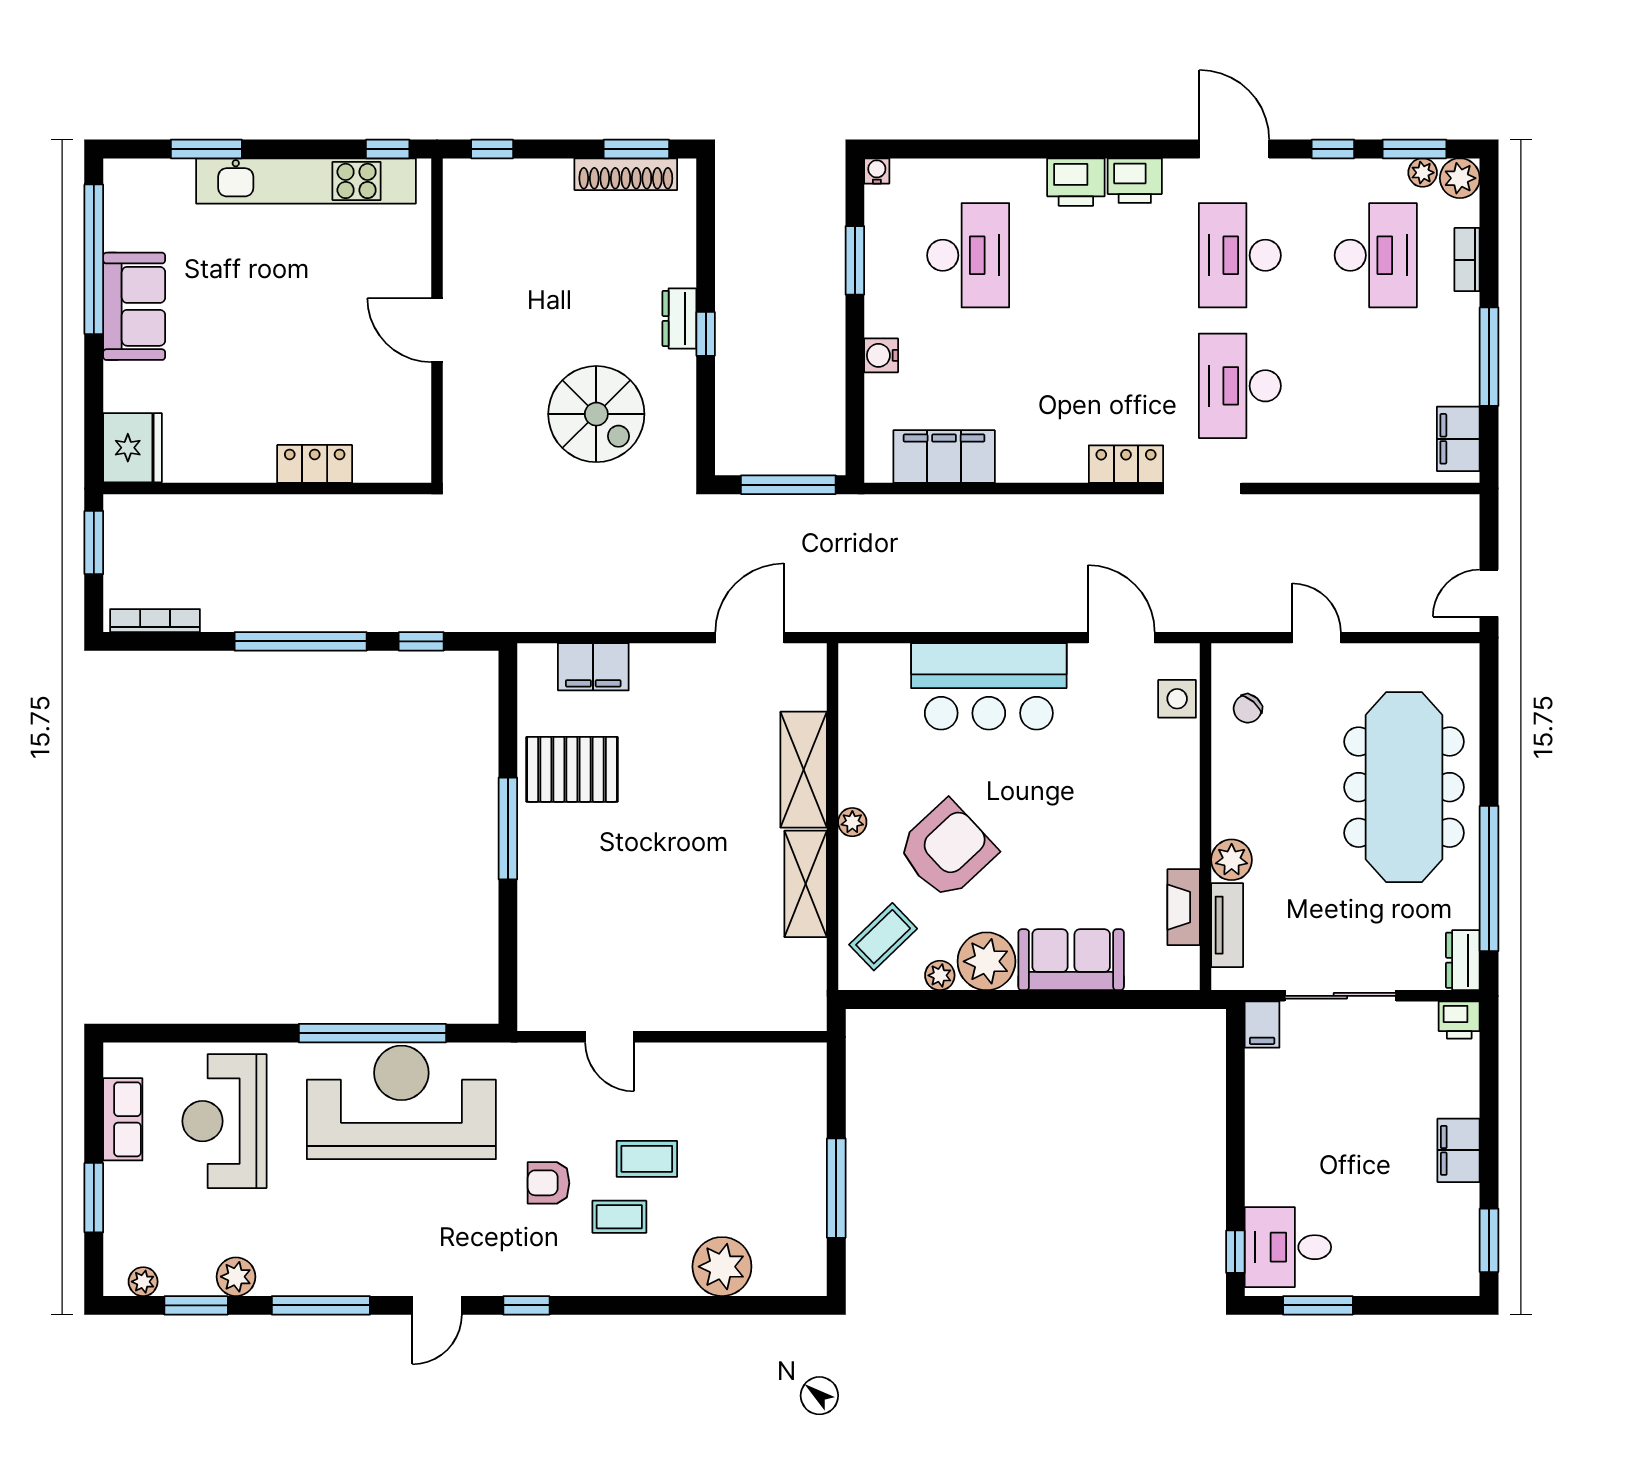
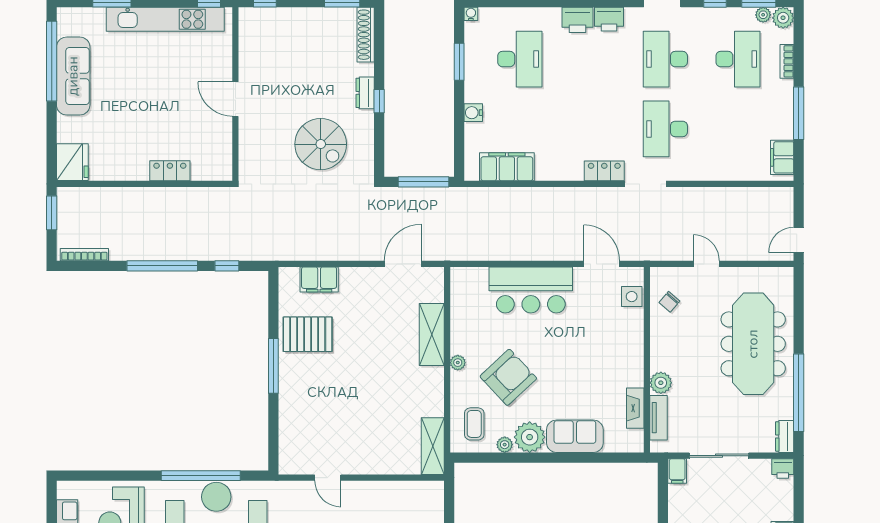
shoe rack: (626, 174) -> (366, 35), moved, turned 90
sofa: (134, 306) -> (73, 76), width x1.36
shelving: (806, 884) -> (433, 446), moved
coffee table: (883, 937) -> (474, 424), turned -46

